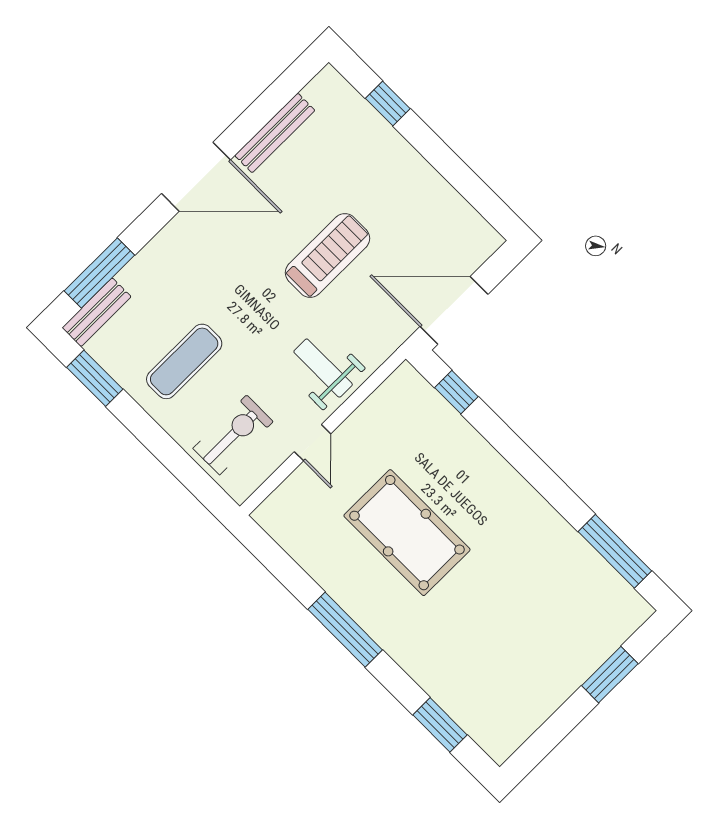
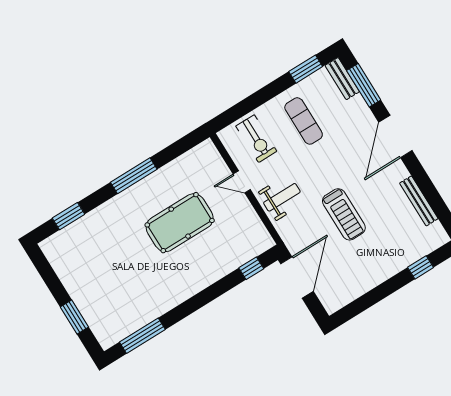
door: (196, 177) -> (395, 136), moved

